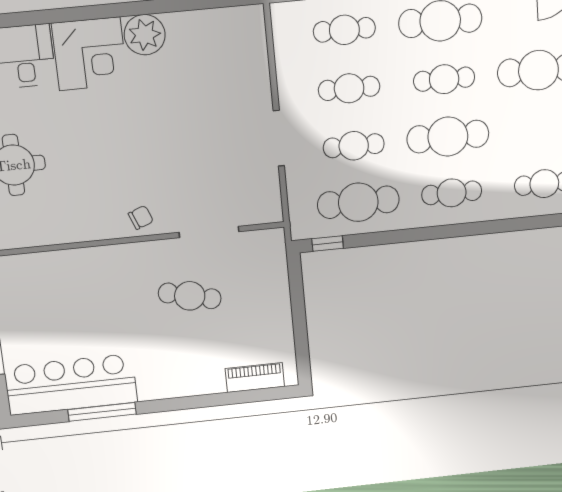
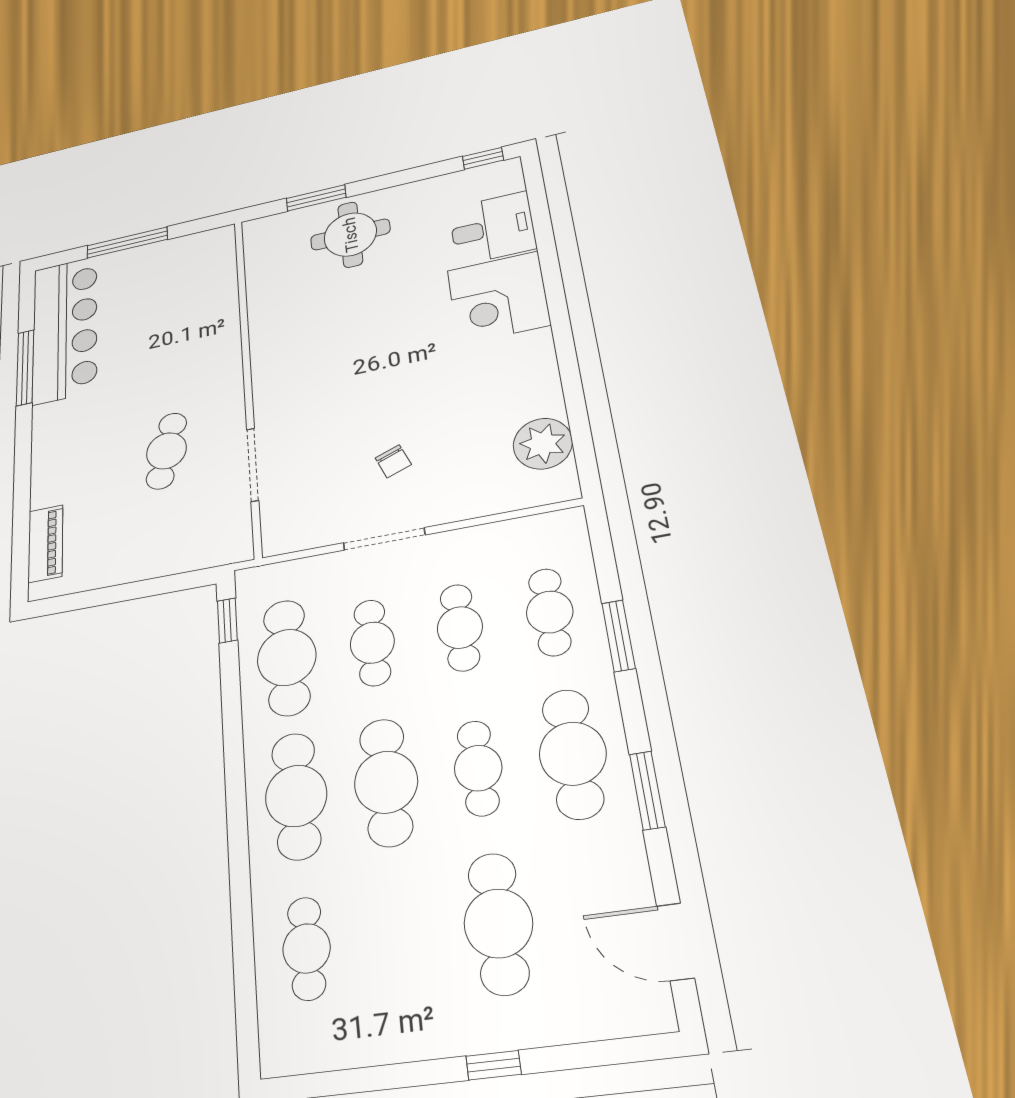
plant: (145, 35) -> (543, 444), moved
cafe table: (452, 193) -> (296, 796), width x1.37, depth x1.35
chair: (141, 217) -> (393, 461), moved

